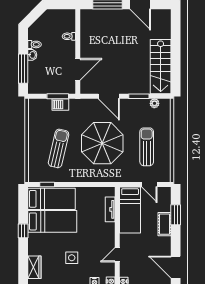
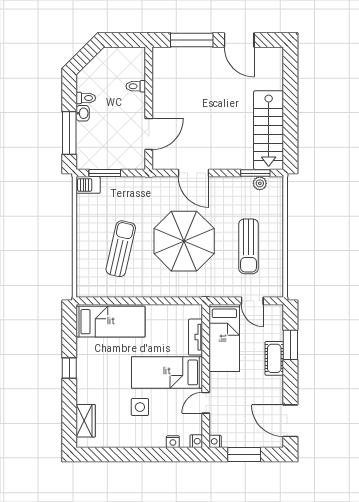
window: (58, 96) -> (105, 173), moved
window: (139, 96) -> (255, 173), moved
barbecue: (60, 104) -> (88, 185), moved
sun lounger: (147, 147) -> (249, 246), turned 180
window: (47, 184) -> (104, 301), removed
bed: (52, 221) -> (167, 372), moved, turned 180

